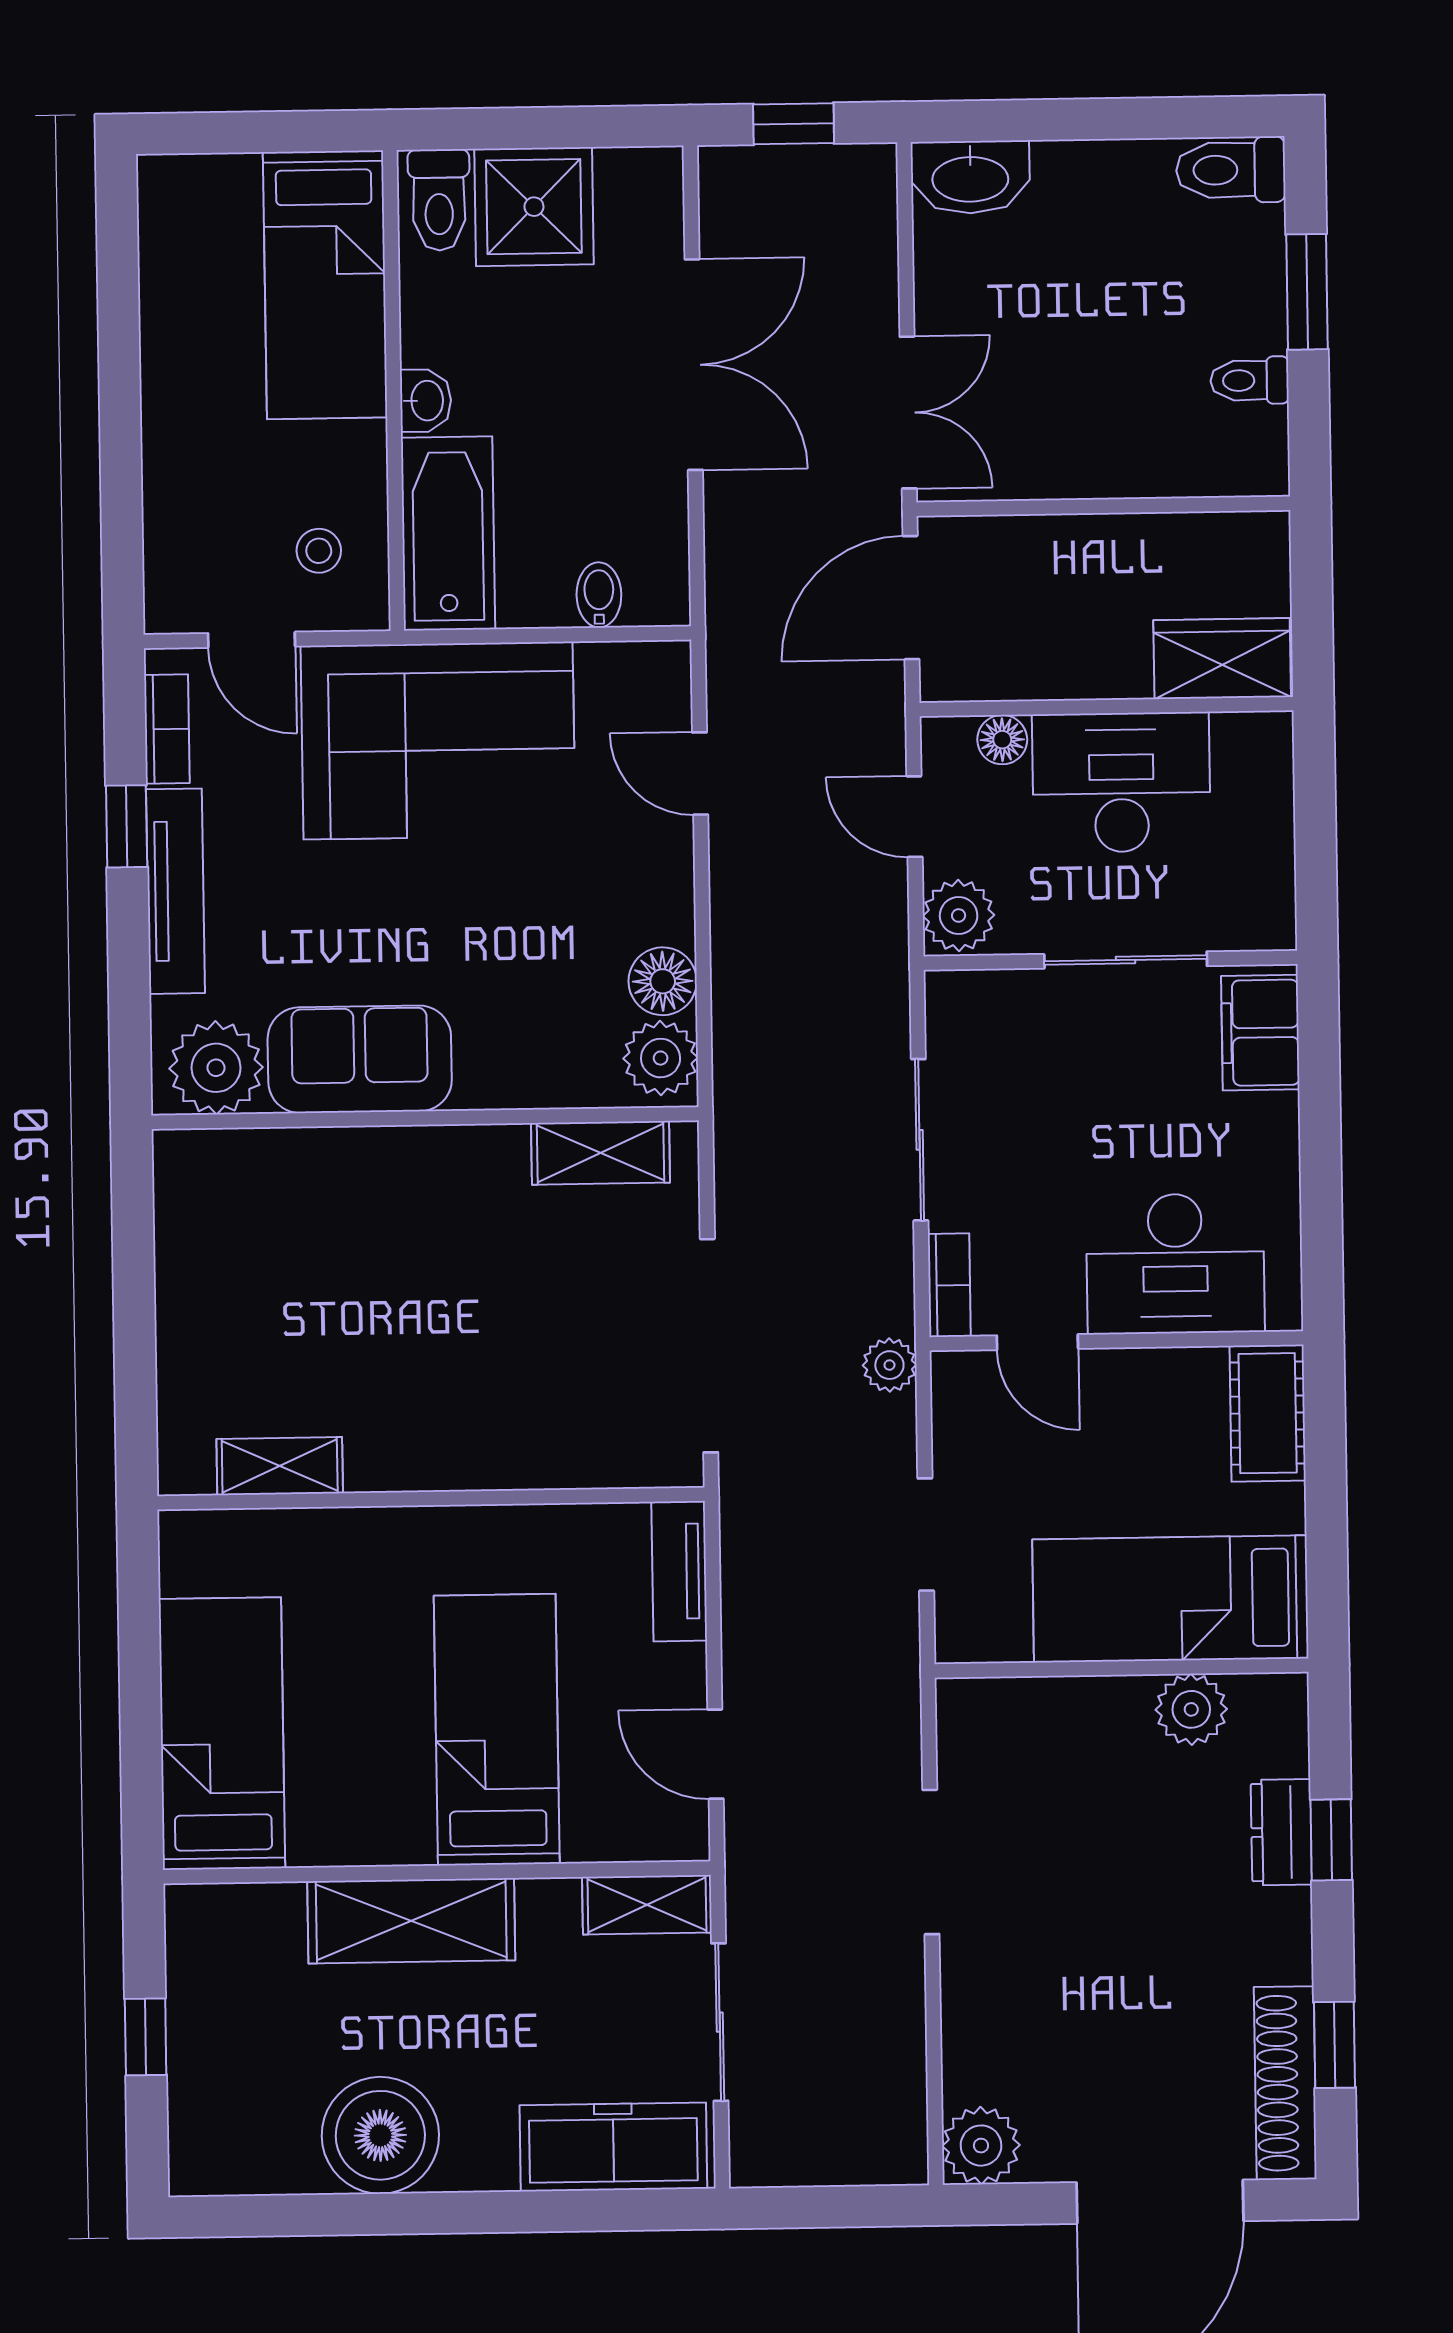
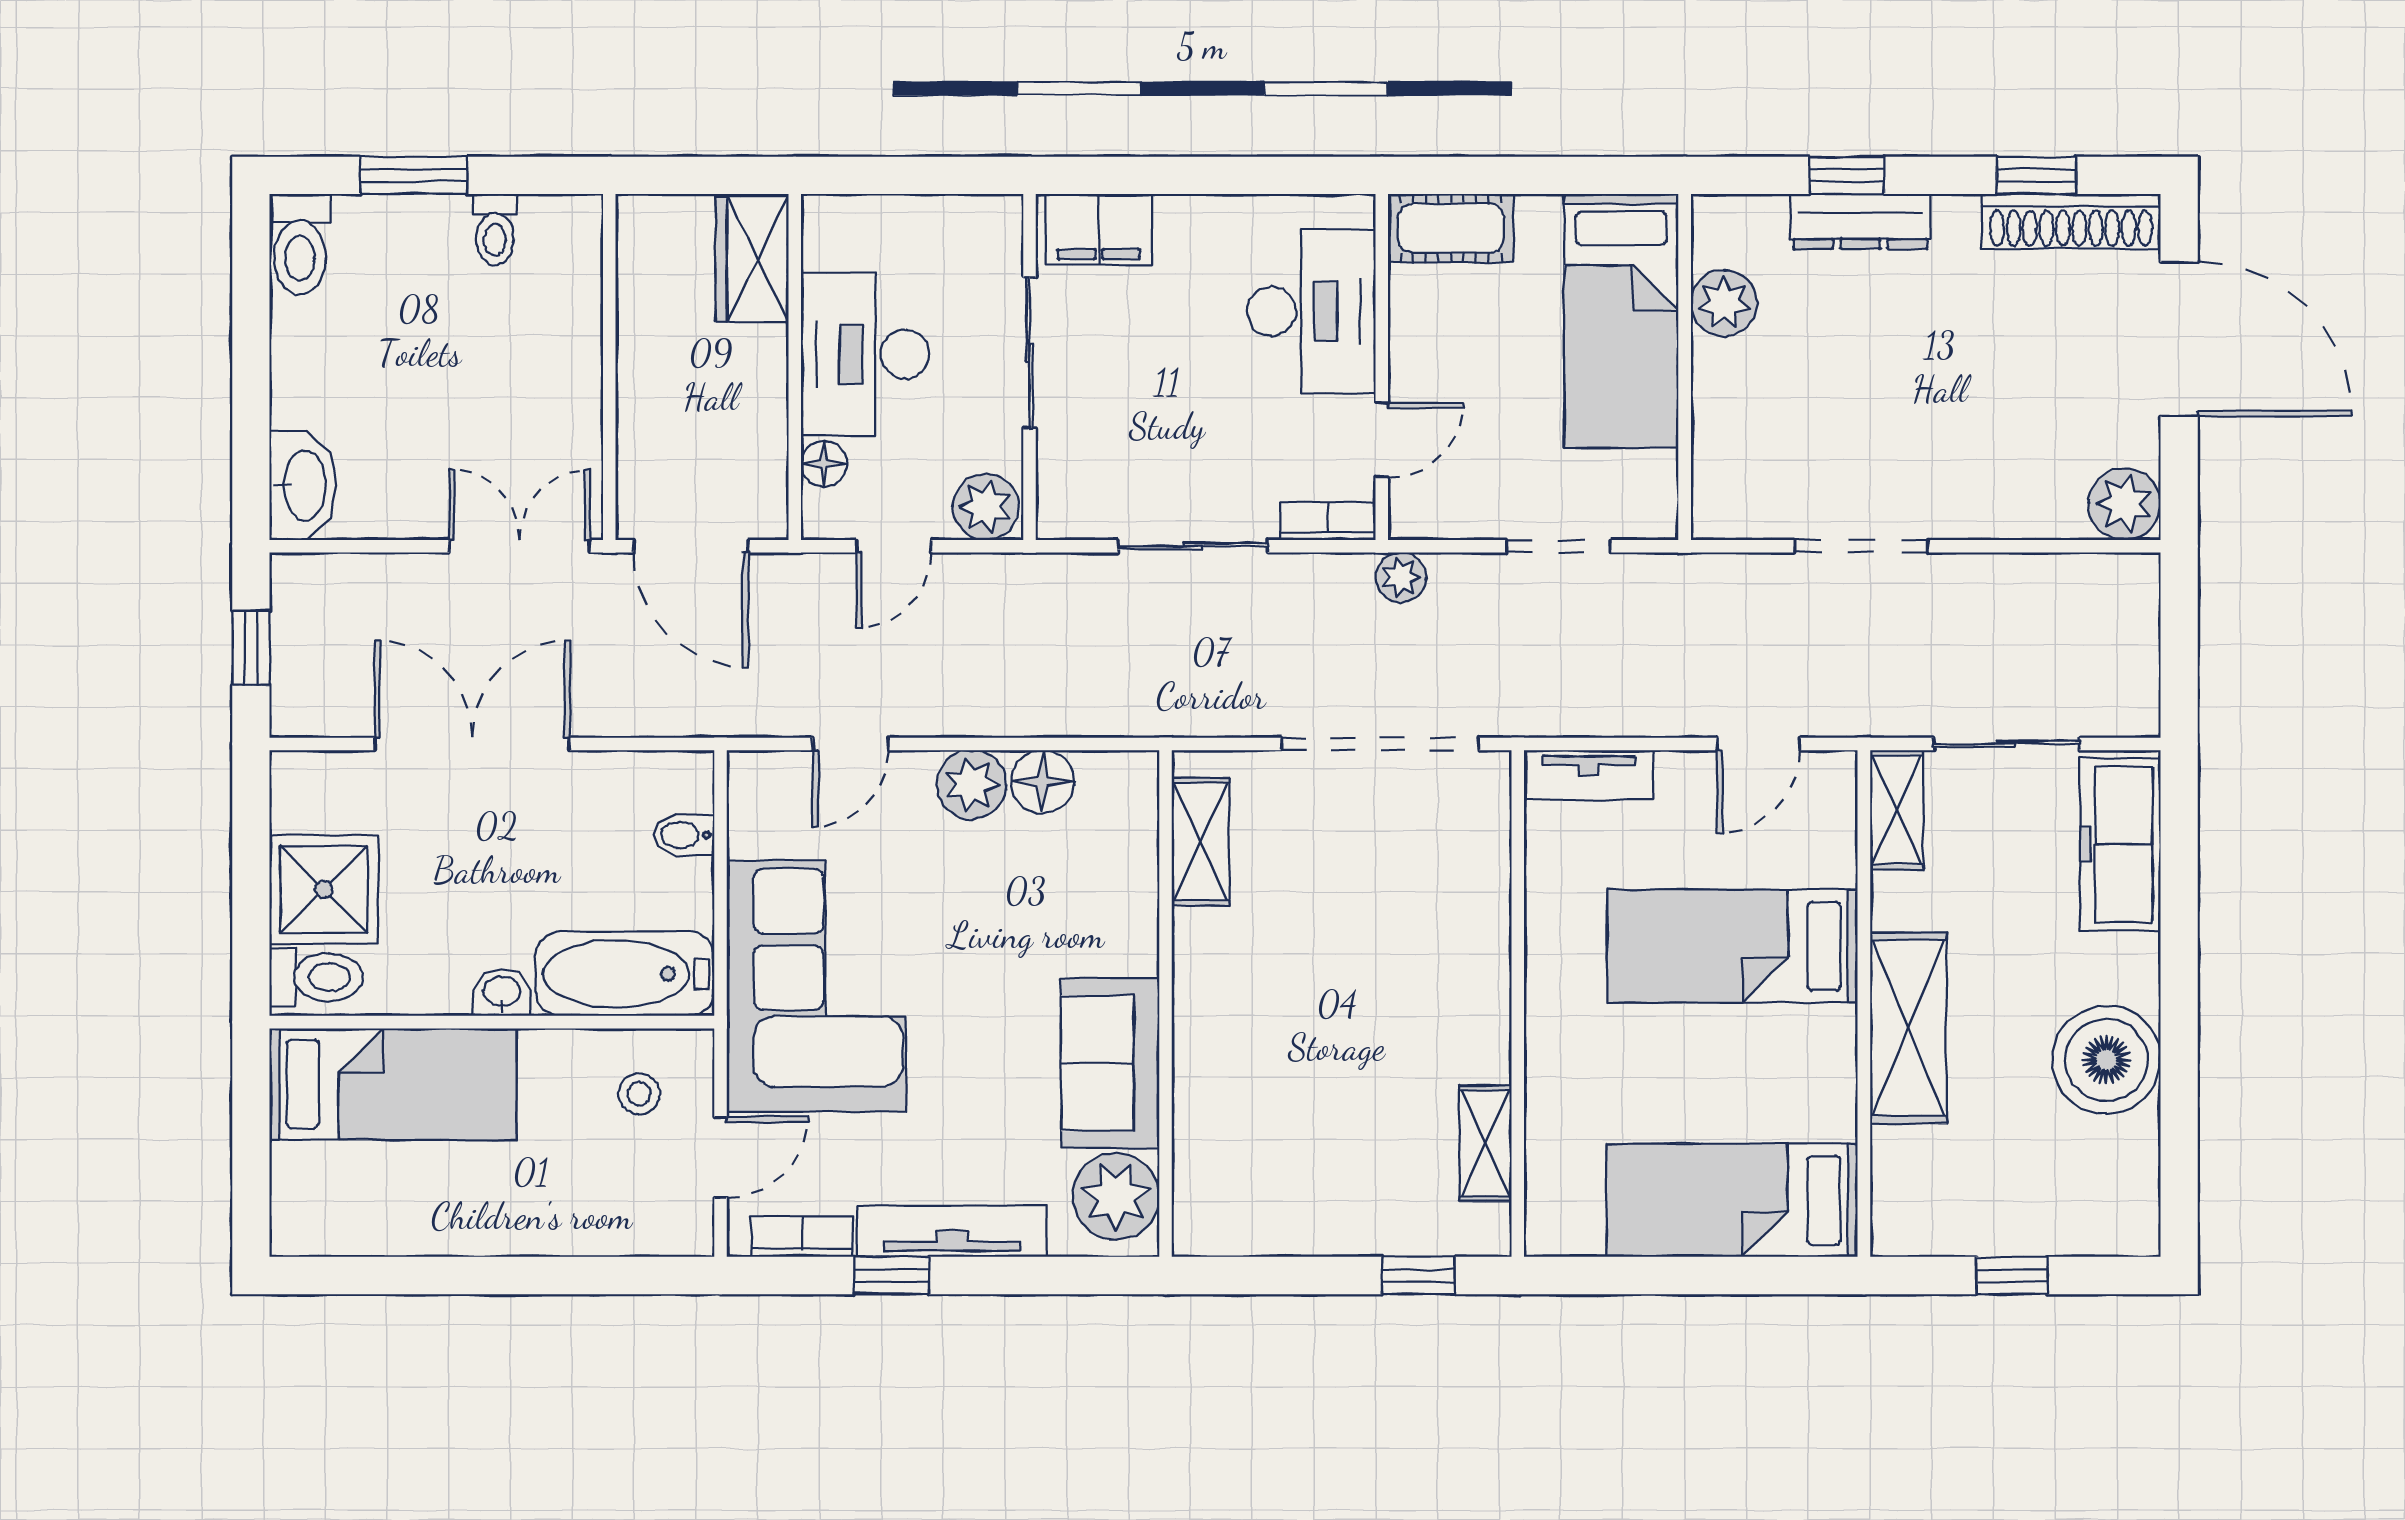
plant: (661, 1058) -> (971, 785), moved
window: (136, 1396) -> (1418, 1275), added
dresser: (1281, 1832) -> (1860, 222), width x1.44

